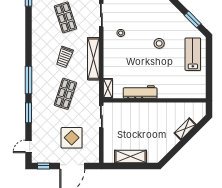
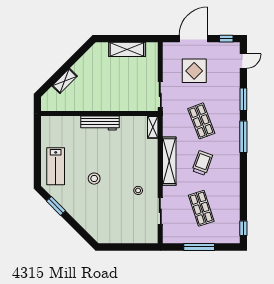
workbench: (140, 92) -> (100, 123), moved
shop shelf: (65, 94) -> (201, 121), turned -39

